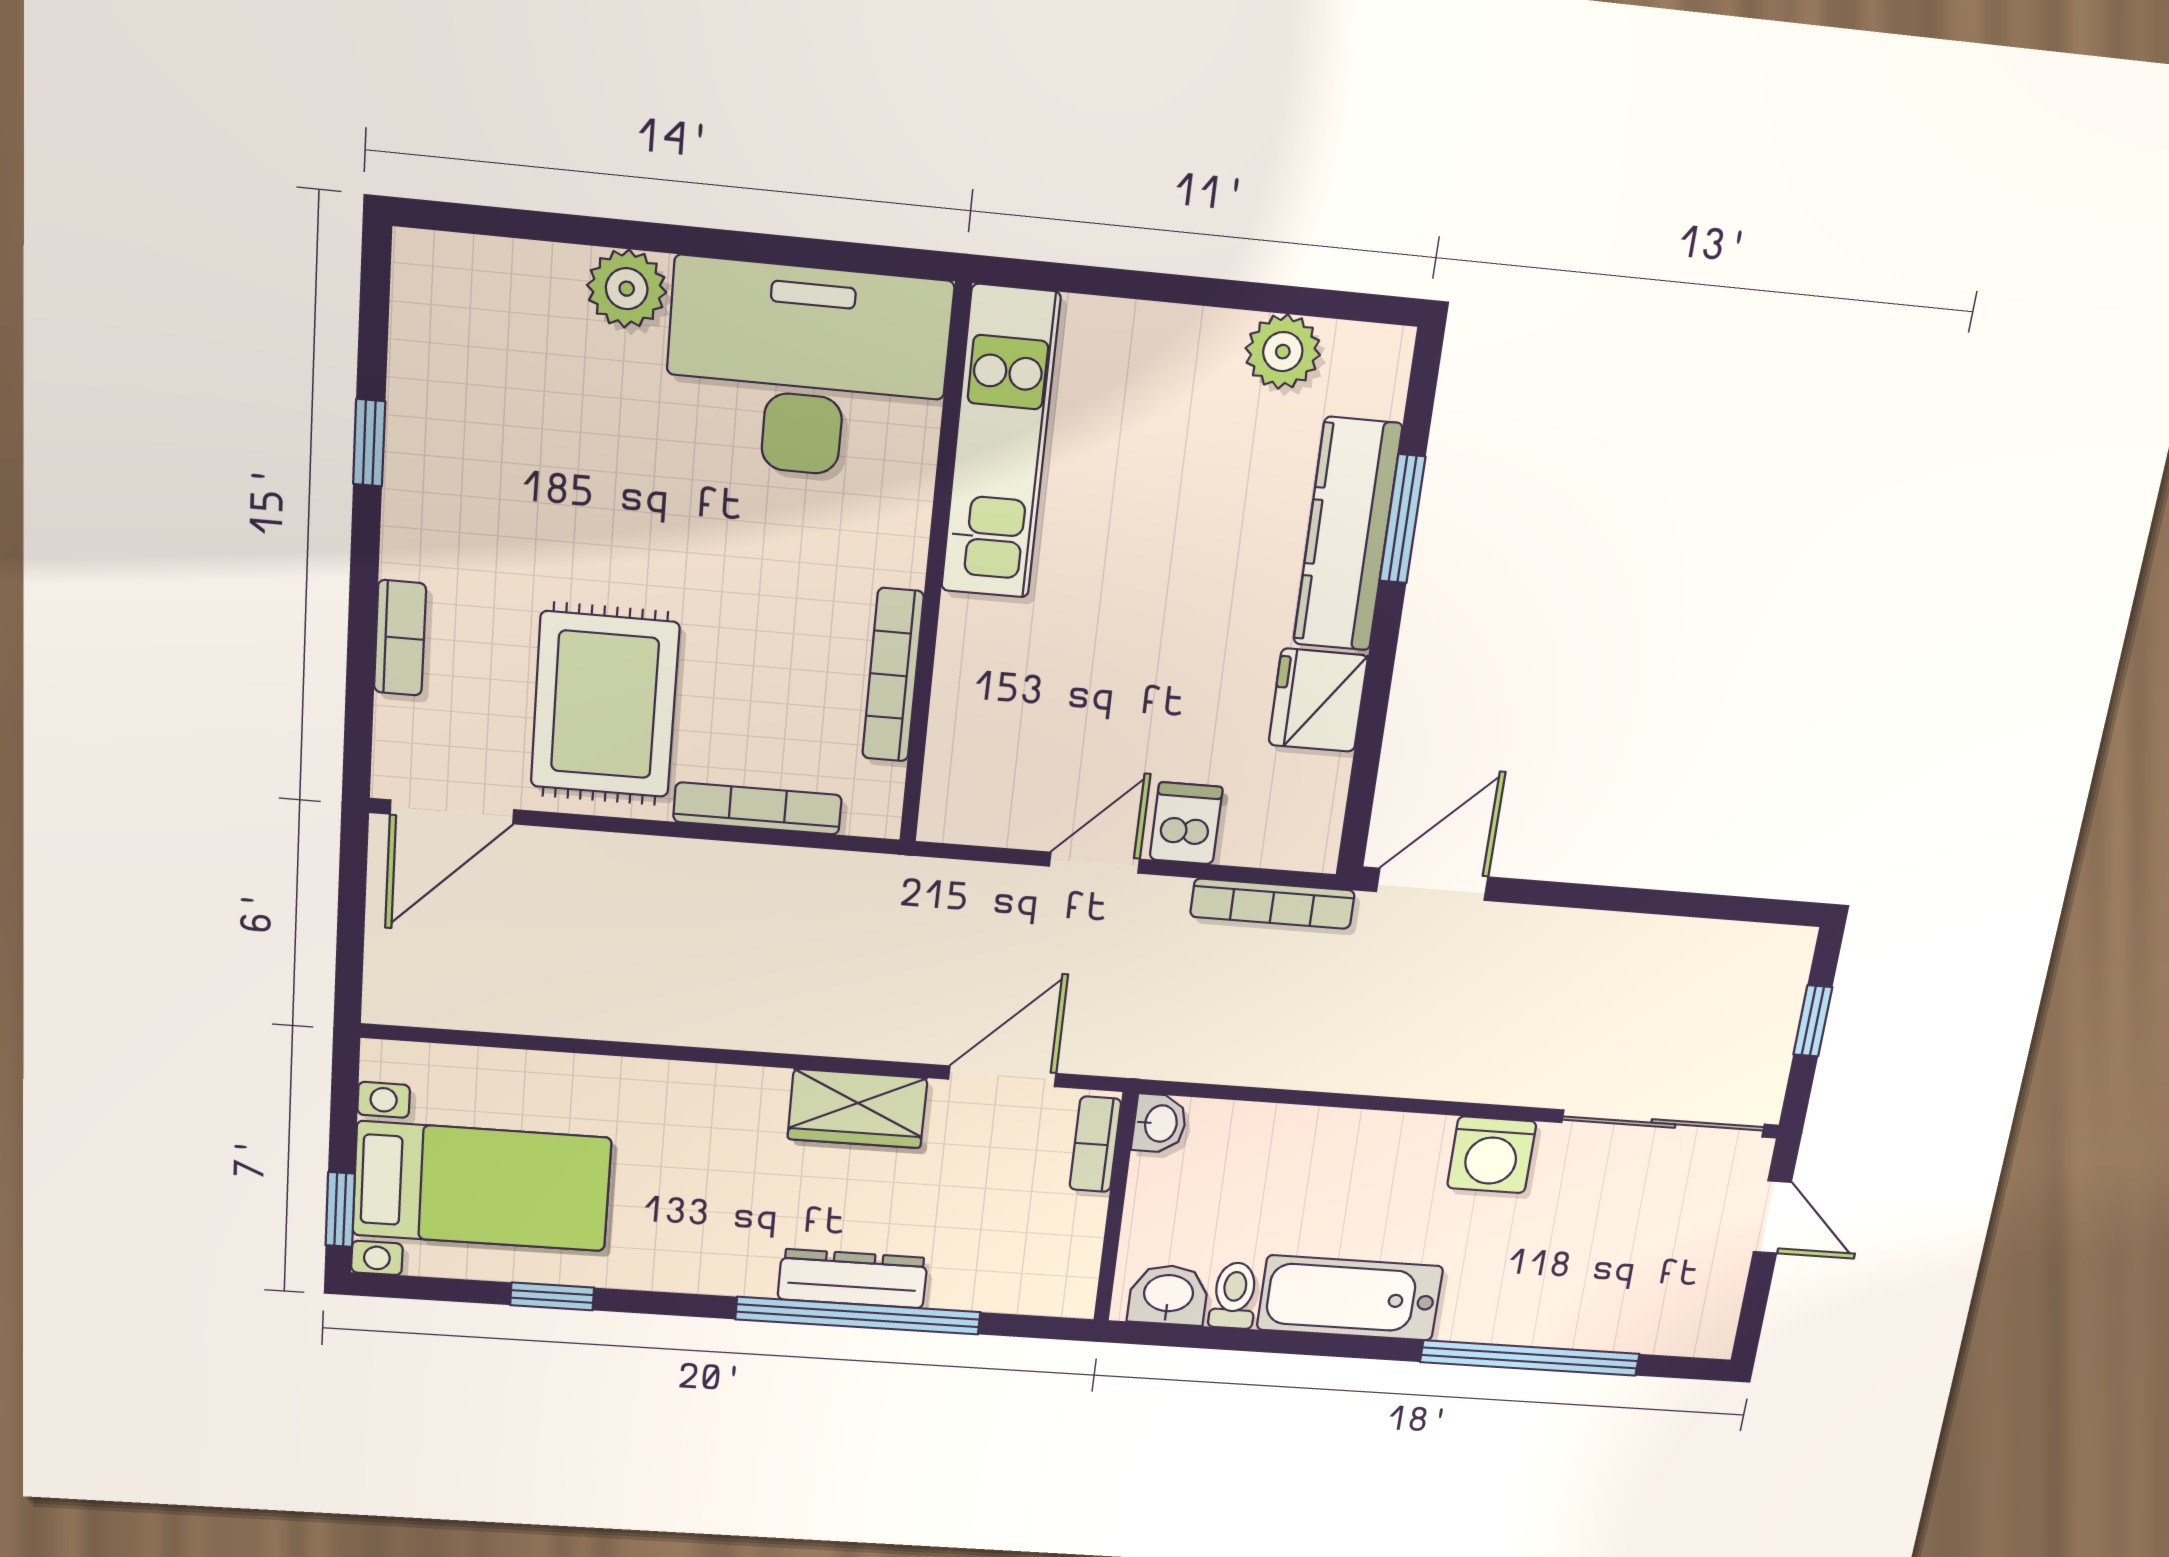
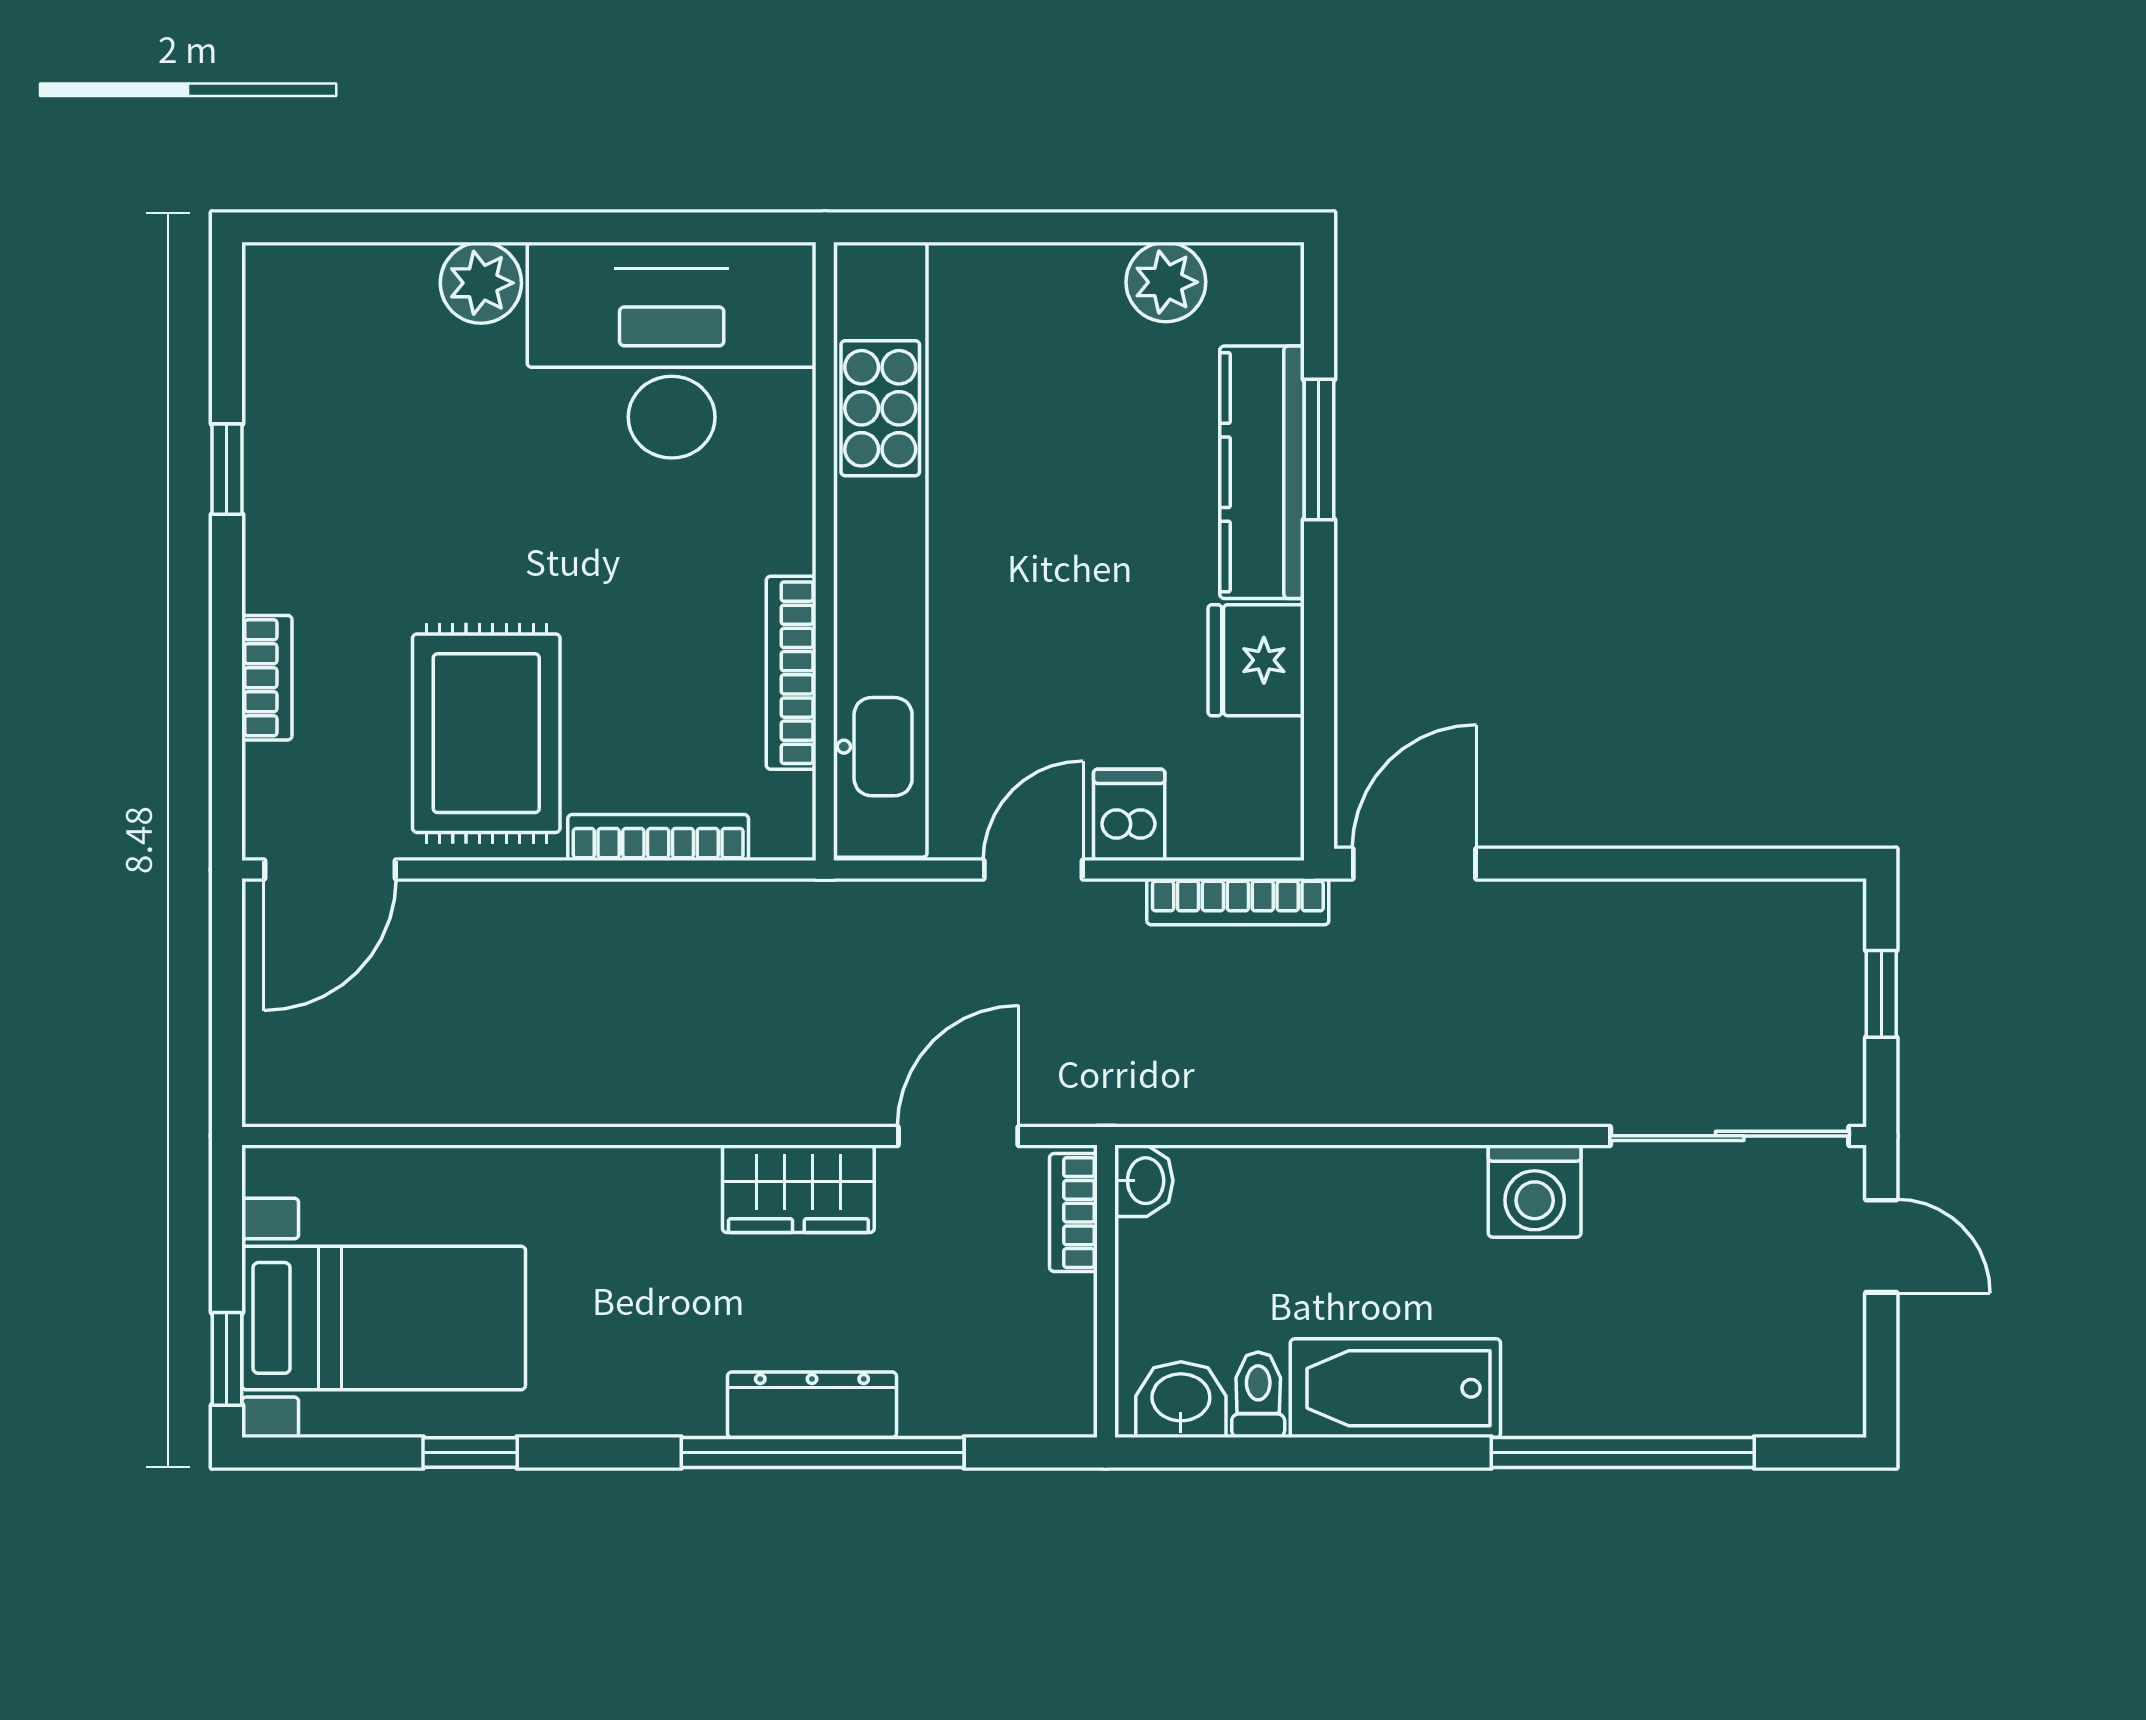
kitchen unit: (1000, 443) -> (880, 550), width x1.86

